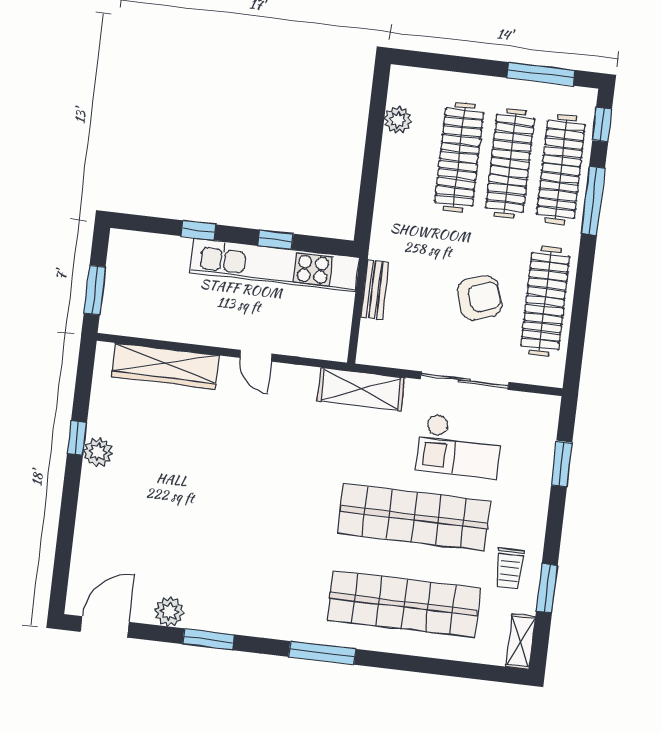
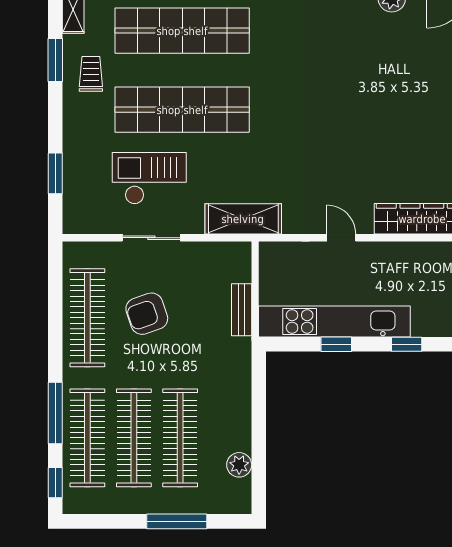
window: (541, 74) -> (177, 521), moved
sliding door: (465, 381) -> (151, 238), width x0.73

